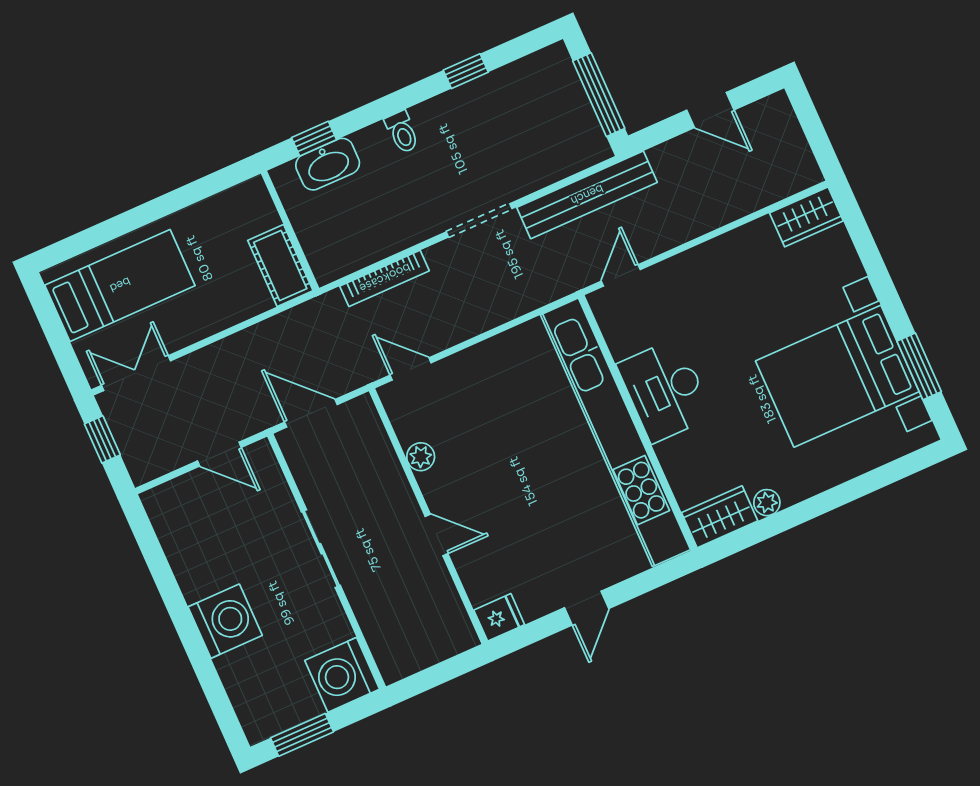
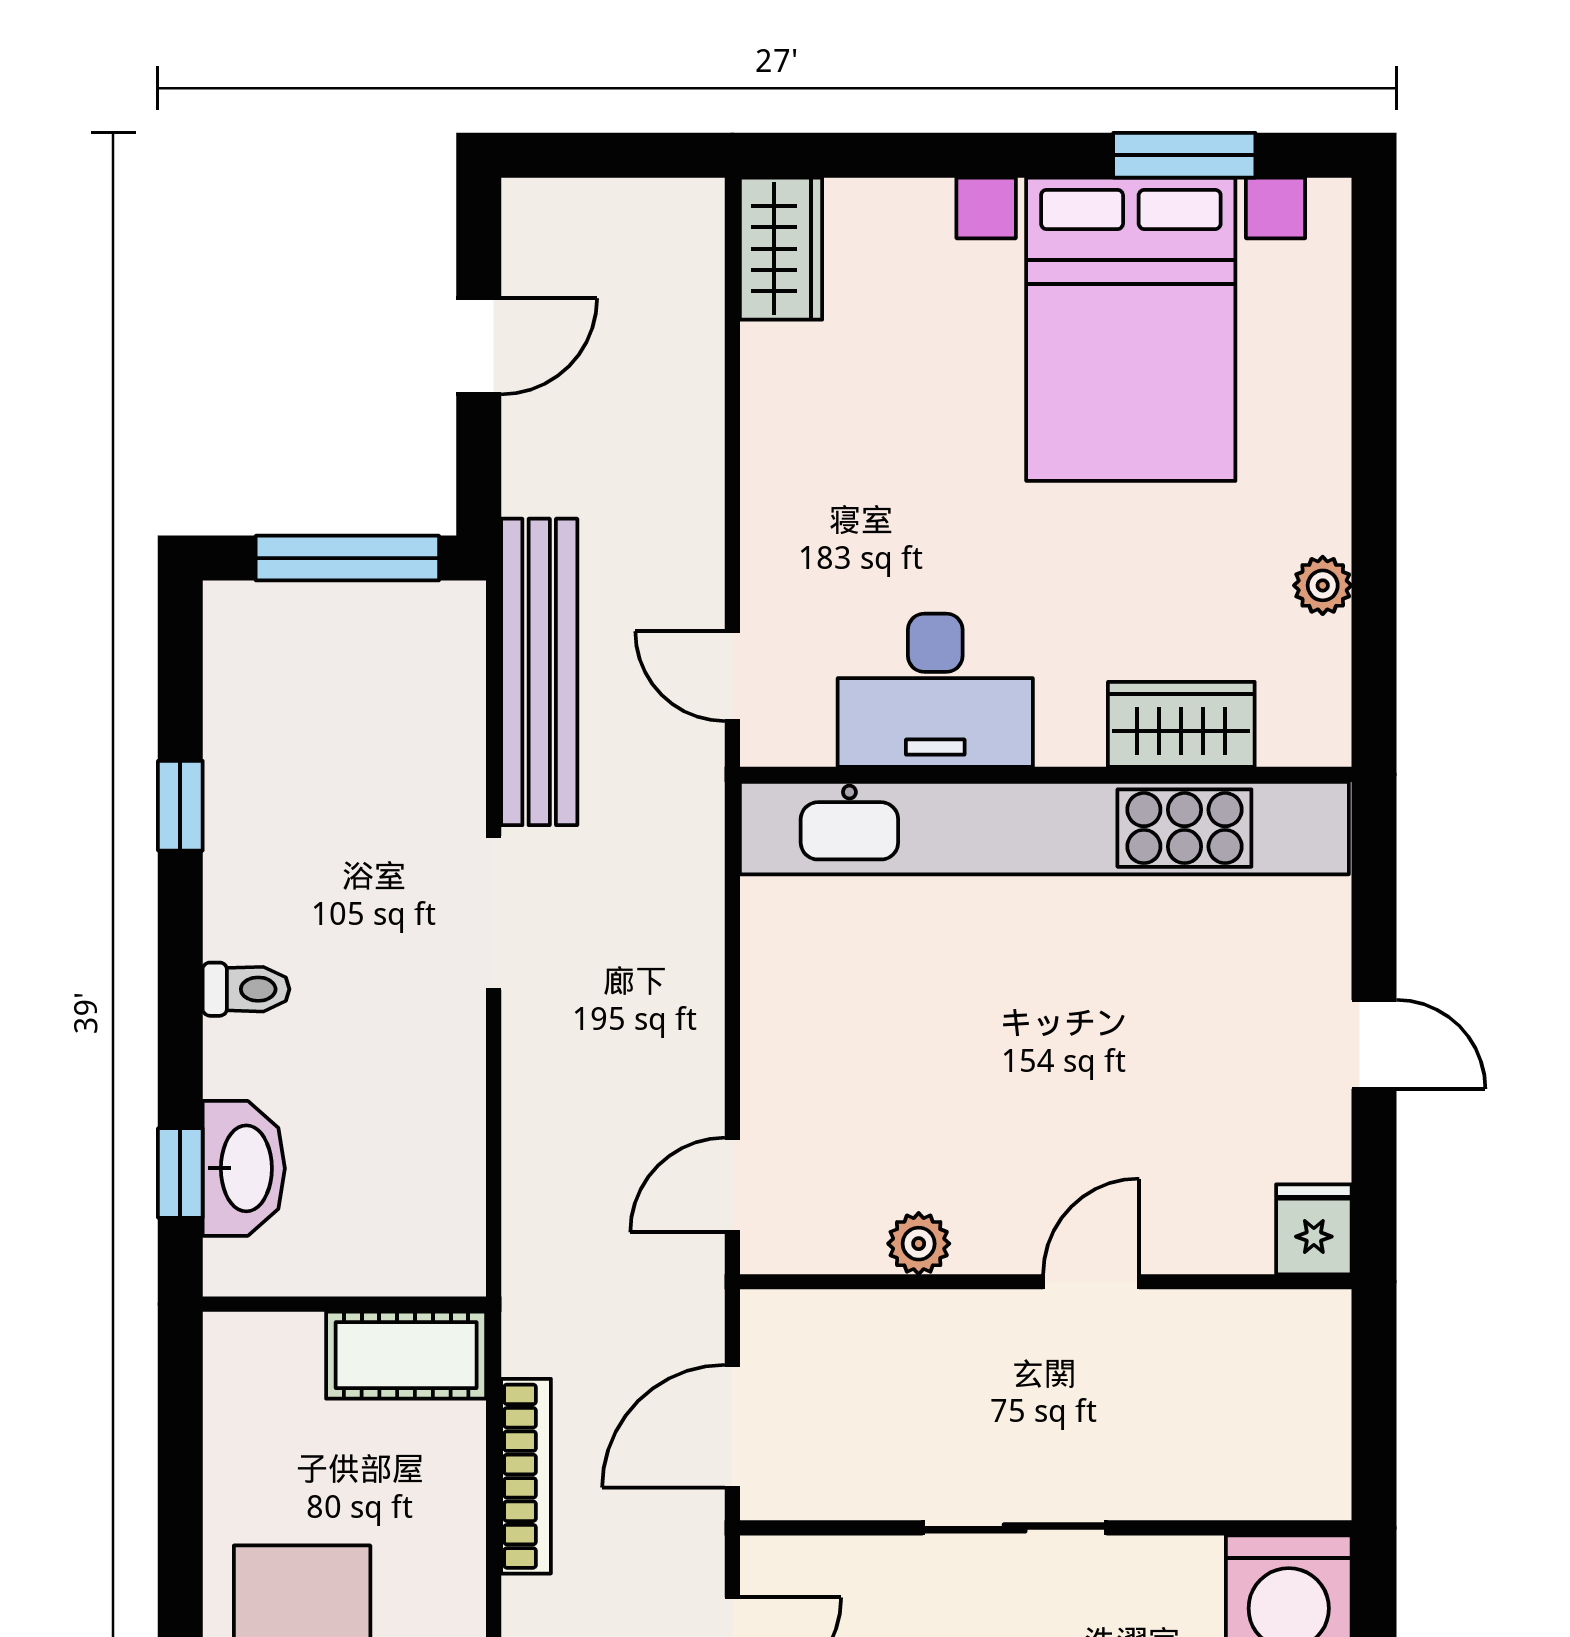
bookcase: (385, 278) -> (526, 1476), moved
desk: (665, 390) -> (935, 690), moved
wardrobe: (720, 517) -> (1181, 724), moved, turned 90

